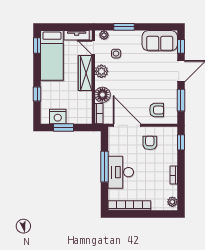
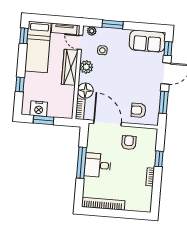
armchair: (157, 110) -> (138, 110), turned 180
window: (181, 142) -> (159, 159), moved
desk: (121, 172) -> (98, 165), width x0.73
plant: (172, 202) -> (147, 204), removed

